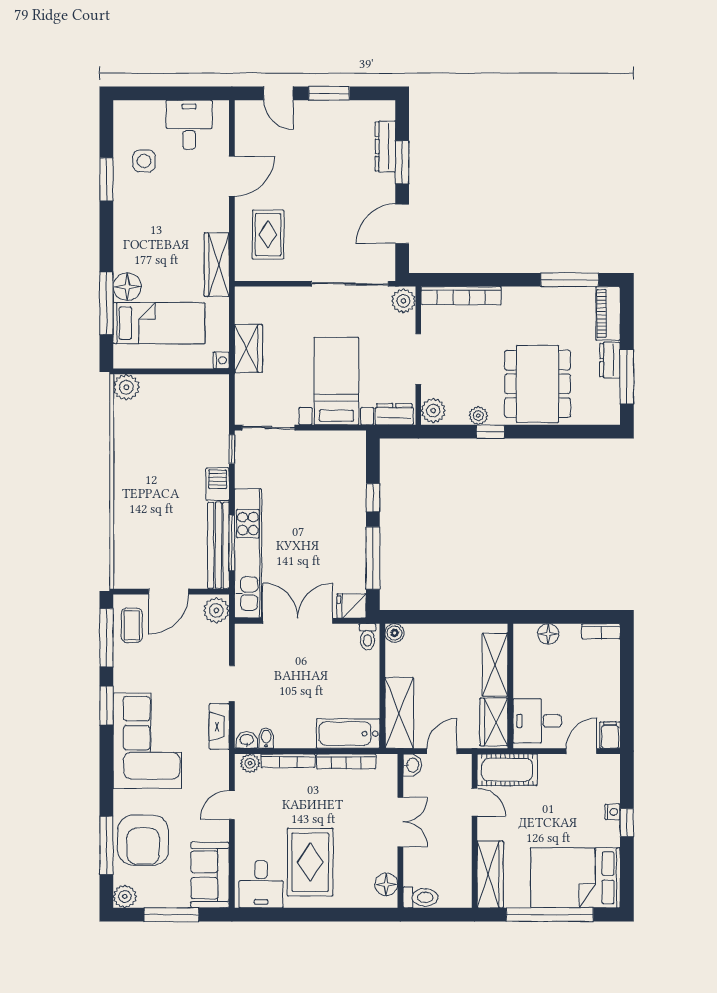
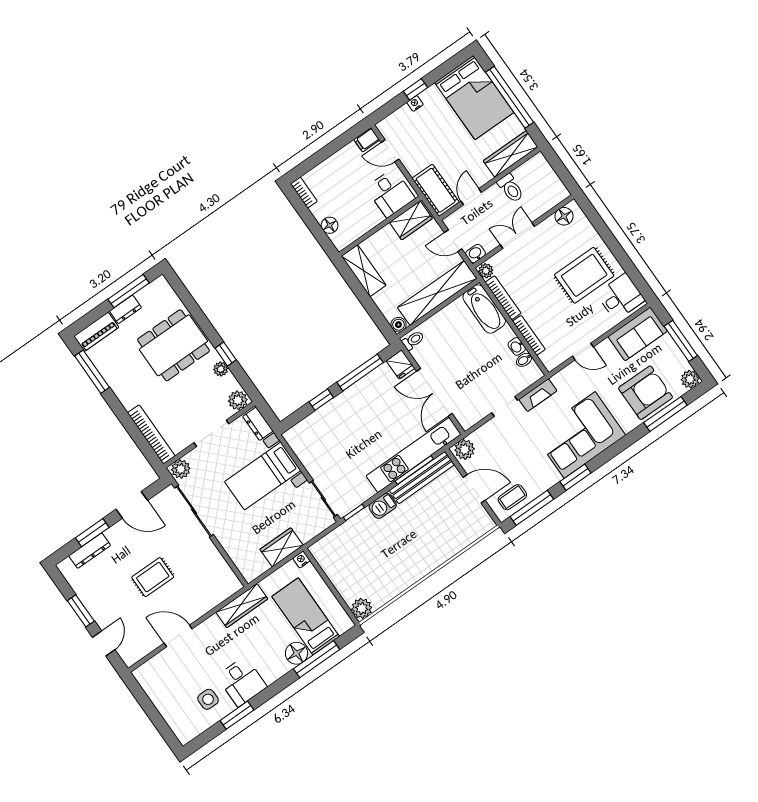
desk: (189, 125) -> (242, 682), moved, turned -90
rug: (268, 235) -> (153, 577), moved
shelving: (495, 665) -> (364, 271), moved, turned 90
shelving: (399, 713) -> (437, 293), width x1.47
washbasin: (247, 740) -> (517, 346), moved
plant: (250, 763) -> (486, 271), moved
toilet: (420, 897) -> (511, 188), moved, turned 180

